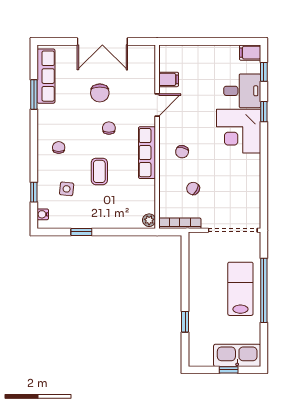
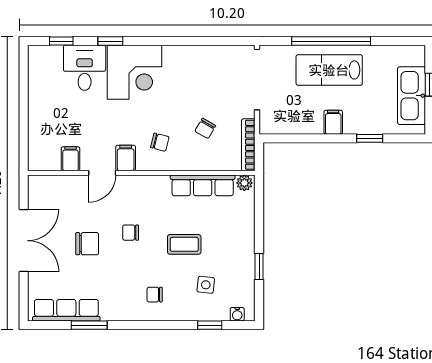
filing cabinet: (250, 53) -> (126, 158), moved, turned 180
door: (157, 105) -> (102, 173), swing flipped
row of seats: (147, 153) -> (203, 185), moved
filing cabinet: (198, 292) -> (333, 122), added
kitchen sink: (237, 355) -> (412, 96), moved

